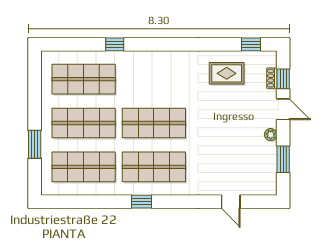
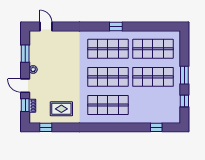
window: (115, 44) -> (156, 127), moved
shop shelf: (84, 79) -> (108, 105), moved
window: (35, 85) -> (184, 101), added
window: (35, 144) -> (184, 75), moved
door: (231, 202) -> (46, 27), moved

